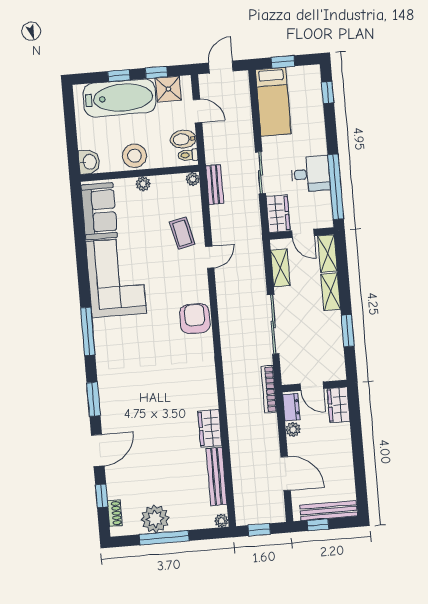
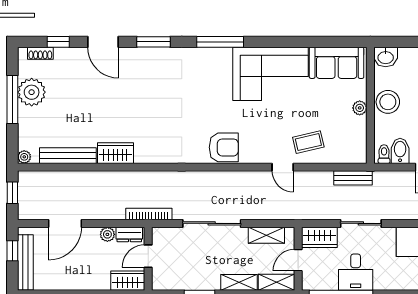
plant: (193, 179) -> (360, 157), removed

